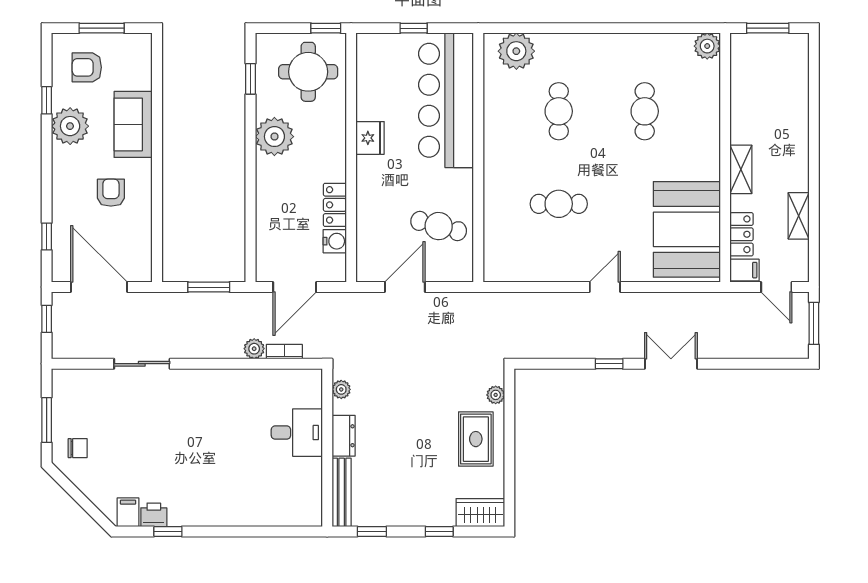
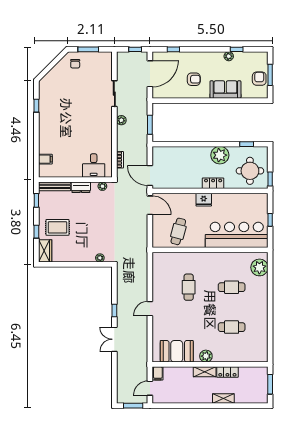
plant: (707, 46) -> (206, 356), moved
armchair: (87, 67) -> (259, 79), moved
plant: (70, 126) -> (229, 56), width x0.53, depth x0.53
fridge: (370, 138) -> (204, 200), moved
locker: (335, 205) -> (213, 183), moved
shelving: (799, 216) -> (223, 399), moved
booth: (687, 229) -> (177, 351), width x0.73, depth x0.70
locker: (742, 234) -> (227, 372), moved
water cooler: (335, 241) -> (171, 183), removed
door: (295, 287) -> (150, 176), moved
door: (405, 287) -> (150, 205), moved
door: (605, 287) -> (150, 309), swing flipped
plant: (254, 349) -> (121, 120), moved
double door: (671, 364) -> (114, 339), swing flipped
desk: (297, 433) -> (94, 166), moved
rug: (476, 439) -> (57, 227), moved
filing cabinet: (128, 512) -> (45, 159), moved
printer: (154, 515) -> (44, 99), removed

